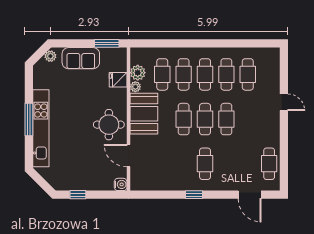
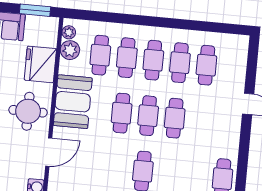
fridge: (118, 80) -> (40, 64), width x1.88, depth x1.34
plant: (135, 87) -> (69, 32), moved
door: (128, 156) -> (49, 152), swing flipped

